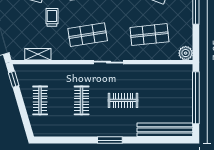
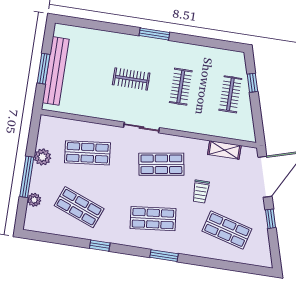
plant: (186, 53) -> (42, 157), moved
window: (14, 79) -> (252, 83), moved
window: (196, 98) -> (44, 69), width x0.47
bench: (165, 130) -> (56, 71), moved, turned 90

